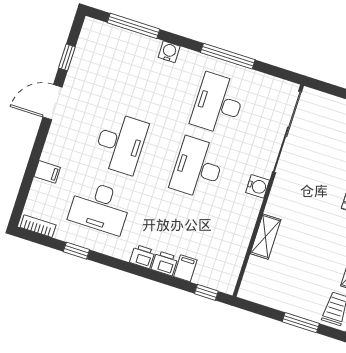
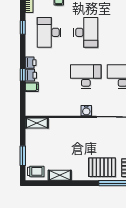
desk: (120, 143) -> (86, 32), turned -90
shelving: (265, 237) -> (37, 123), moved
window: (206, 292) -> (23, 75), moved

